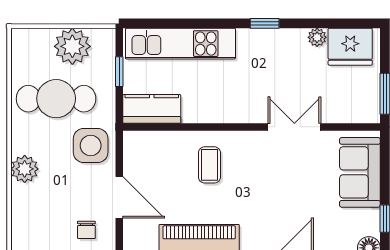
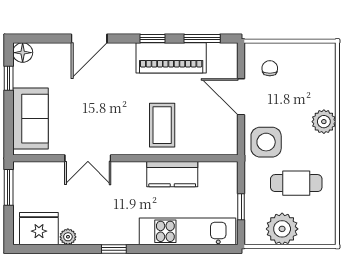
cafe table: (56, 99) -> (296, 183), width x0.73, depth x0.74
kitchen counter: (152, 109) -> (172, 174), moved
coffee table: (209, 165) -> (162, 125), width x1.36, depth x1.30

